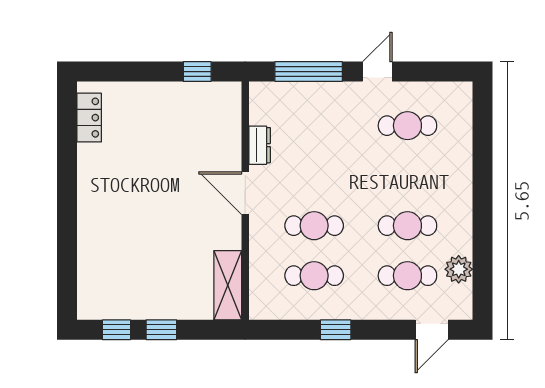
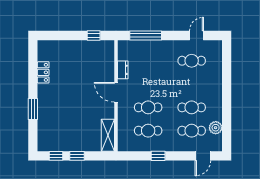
door: (377, 72) -> (196, 36), moved
locker: (89, 118) -> (43, 72), moved
window: (67, 229) -> (33, 109), added

